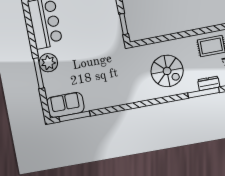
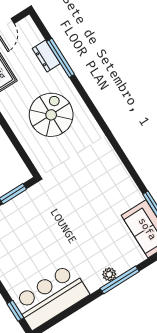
plant: (48, 63) -> (109, 274), width x0.53, depth x0.53

